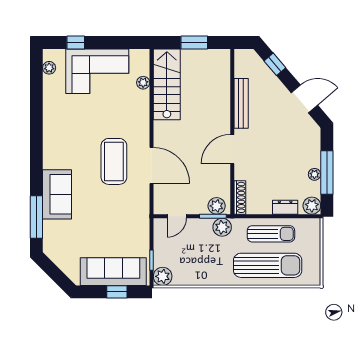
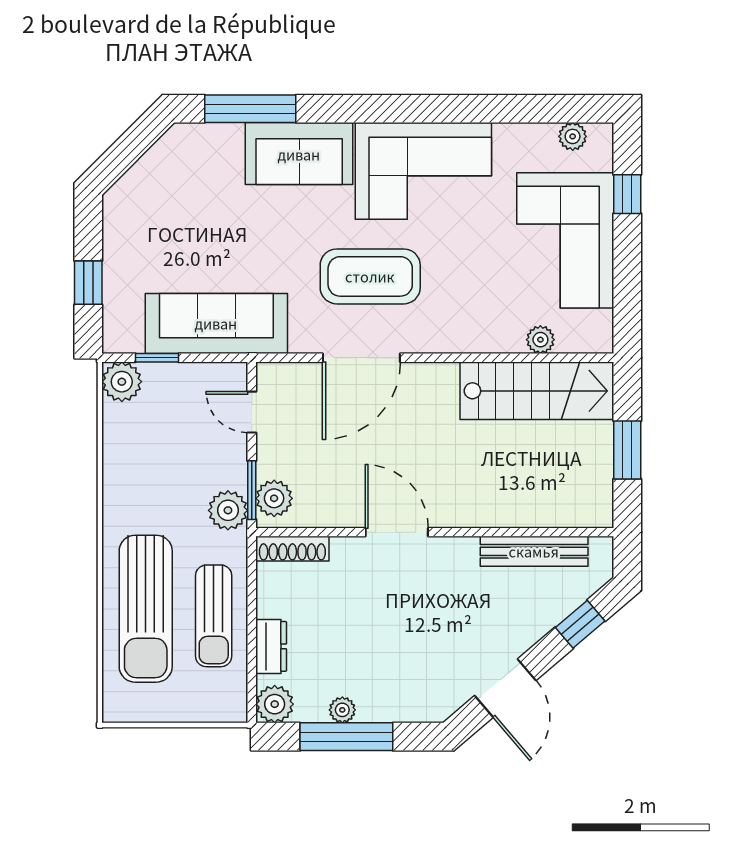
bench: (241, 103) -> (534, 551), moved
corner sofa: (65, 137) -> (423, 171), added
sofa: (113, 272) -> (216, 323), moved, turned -90

